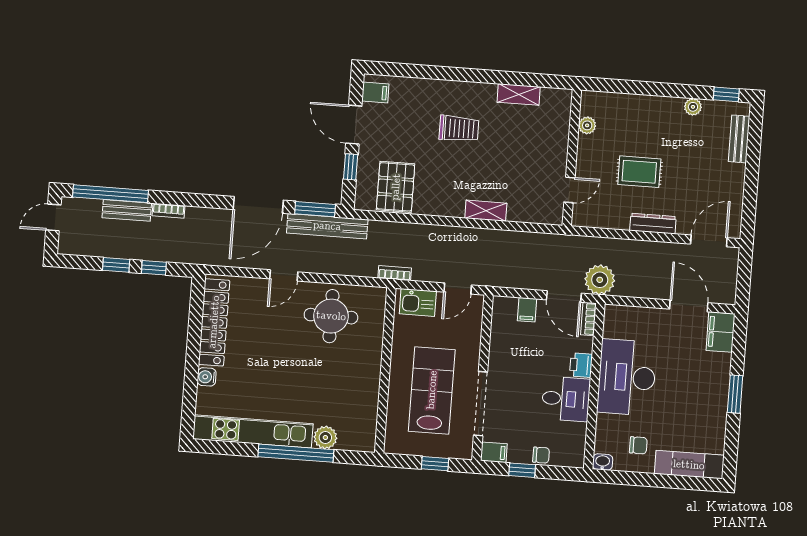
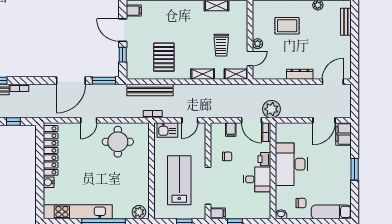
plant: (587, 125) -> (258, 44), moved
trolley: (459, 129) -> (221, 45), moved, turned 90
rug: (639, 172) -> (287, 26), moved
pallet: (396, 187) -> (164, 57), moved
shelving: (543, 215) -> (236, 74), added
bench: (327, 226) -> (150, 90), moved
door: (689, 306) -> (324, 120), swing flipped
plant: (325, 437) -> (139, 212), moved
chair: (541, 455) -> (227, 156), moved

